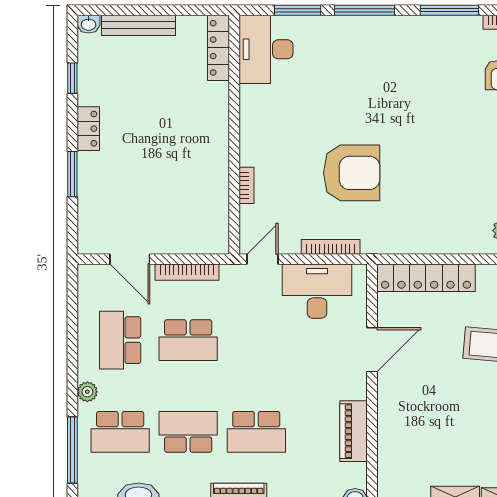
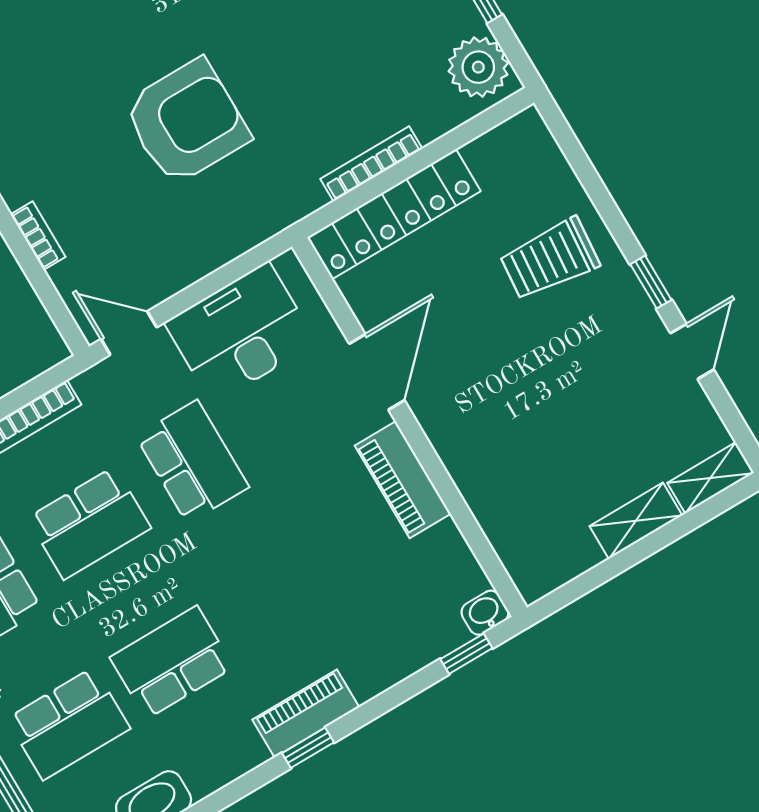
bookcase: (331, 247) -> (371, 164), moved
door: (262, 259) -> (129, 333), hinge flipped
piano: (354, 431) -> (403, 480), moved
school desk: (256, 432) -> (192, 462), moved, turned -90

